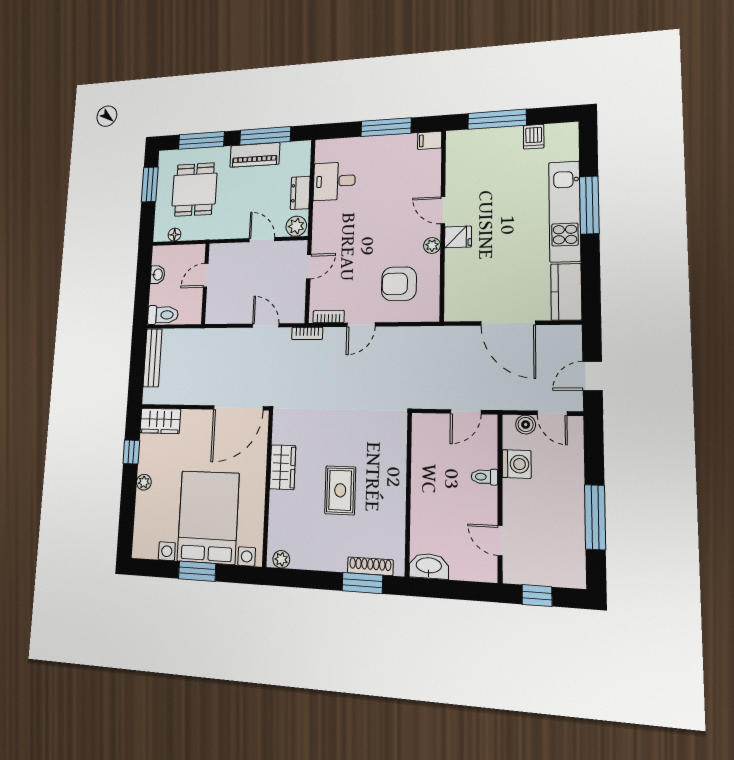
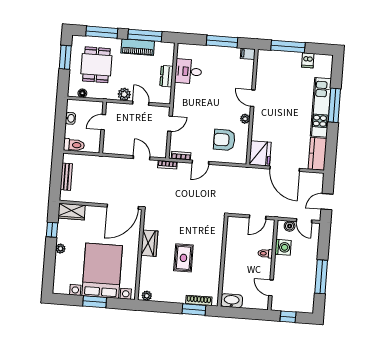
plant: (296, 226) -> (124, 94), moved
fridge: (458, 237) -> (260, 153), moved, width x1.88, depth x1.34
bench: (153, 358) -> (66, 177), width x0.73

